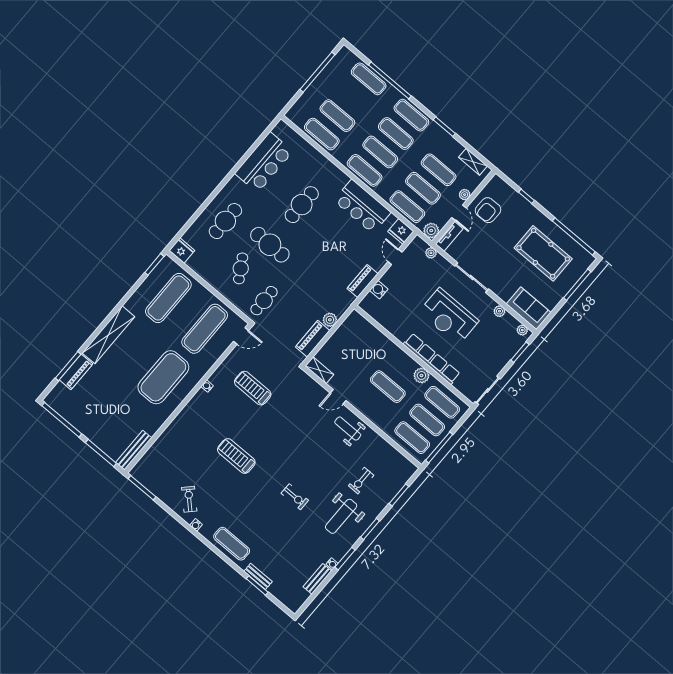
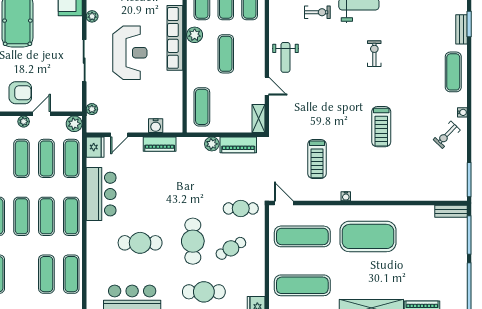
tv unit: (449, 236) -> (67, 106), removed
exercise mat: (364, 336) -> (202, 107), added
bench: (134, 450) -> (451, 211), width x0.73

